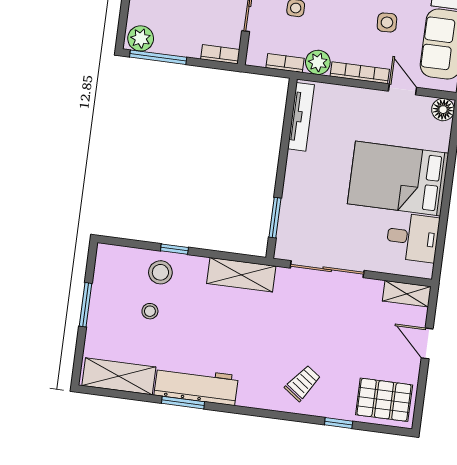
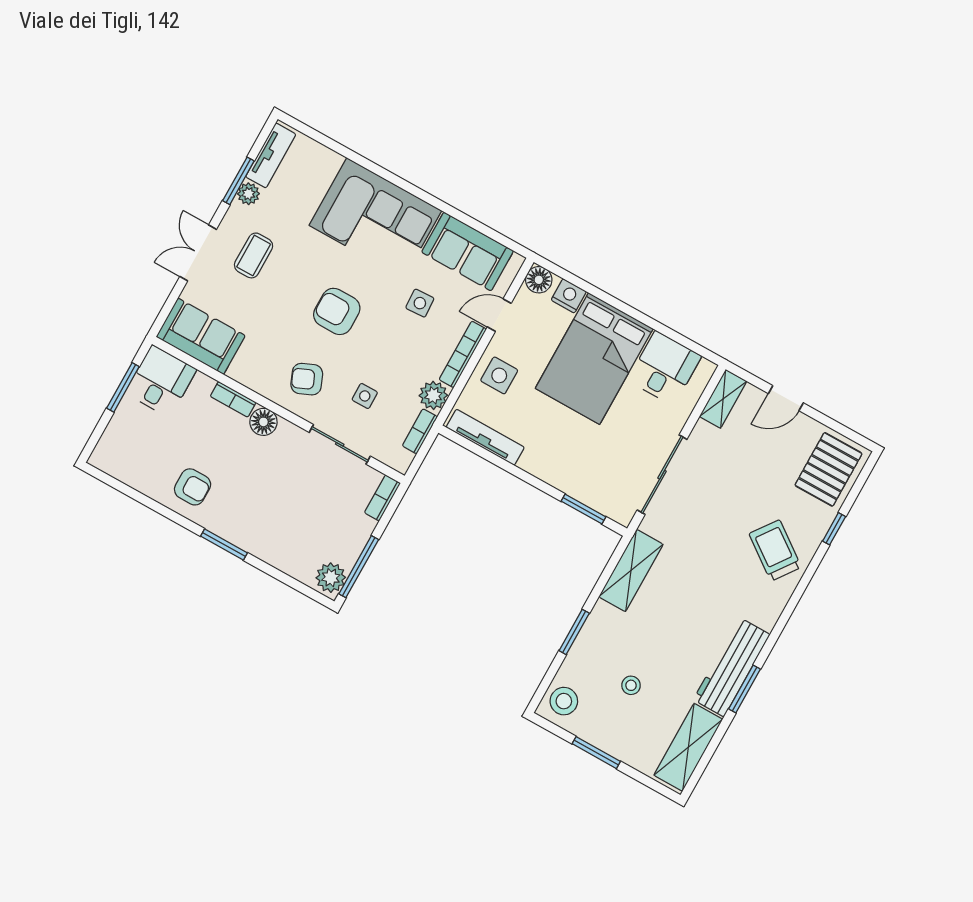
side table: (355, 108) -> (499, 375), added
nightstand: (440, 138) -> (569, 296), added
window: (174, 249) -> (574, 632), width x1.50
stool: (160, 272) -> (564, 701), moved
trolley: (303, 383) -> (775, 550), width x1.36, depth x1.39

